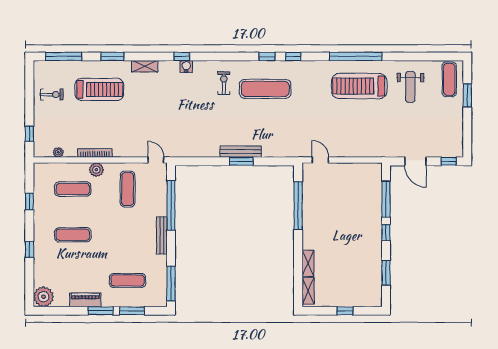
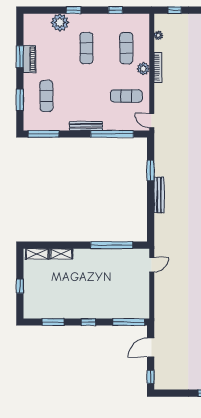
door: (156, 160) -> (152, 121), swing flipped
window: (241, 161) -> (151, 171), moved
window: (386, 199) -> (129, 322), moved
plant: (43, 297) -> (60, 22), moved
window: (101, 311) -> (20, 57), moved

